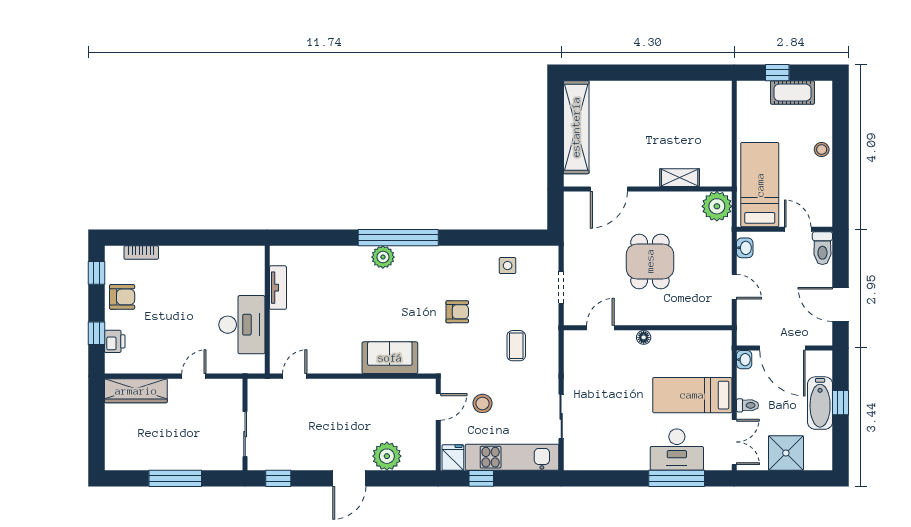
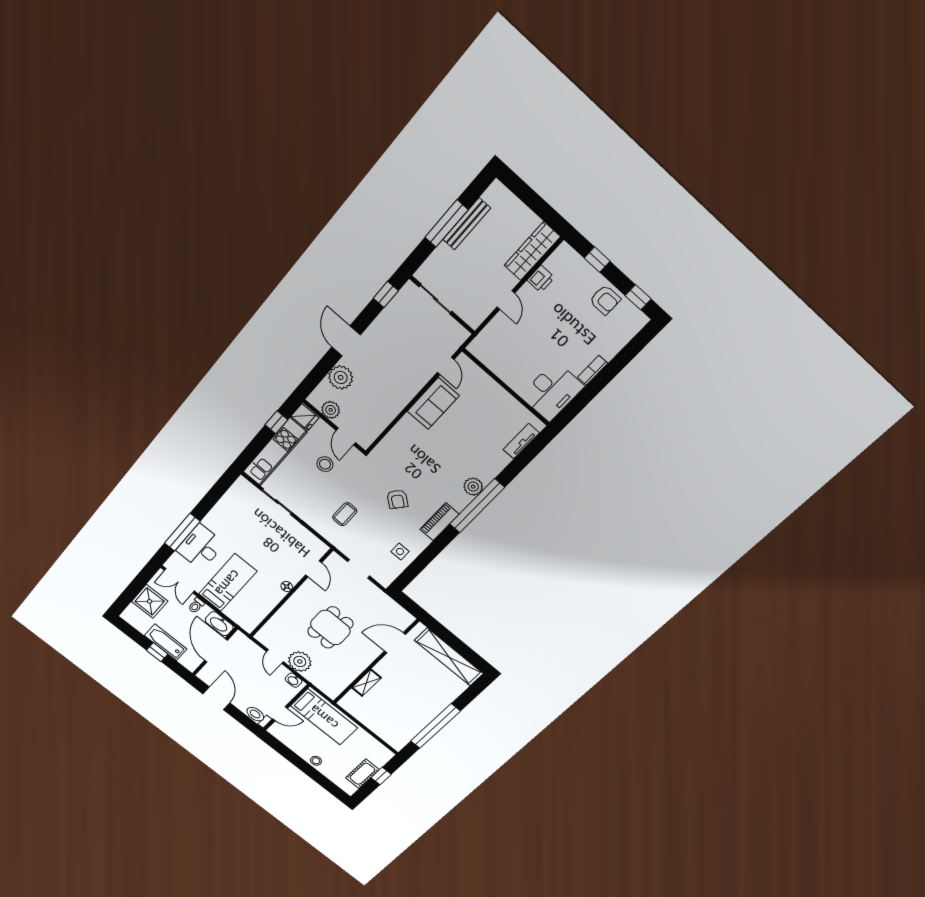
window: (666, 73) -> (435, 726), added
door: (609, 189) -> (395, 643), hinge flipped
plant: (717, 206) -> (300, 661), moved
bookcase: (141, 253) -> (593, 370), moved
piano: (444, 256) -> (439, 522), added
dining table: (650, 261) -> (330, 627), turned 90
door: (734, 287) -> (275, 657), hinge flipped
tv unit: (278, 288) -> (521, 441), moved, turned 90
armchair: (122, 297) -> (605, 300), turned -90
door: (841, 304) -> (216, 698), hinge flipped
armchair: (457, 312) -> (397, 499), turned -51
desk: (242, 325) -> (552, 391), moved, turned -90
printer: (115, 341) -> (541, 279), moved, turned -90
coffee table: (516, 346) -> (345, 514), turned 90
door: (782, 348) -> (216, 650), hinge flipped
sofa: (390, 358) -> (433, 403), moved
washbasin: (744, 360) -> (219, 624), width x1.91, depth x1.45
plant: (425, 440) -> (331, 410), added
bench: (161, 462) -> (467, 224), added

